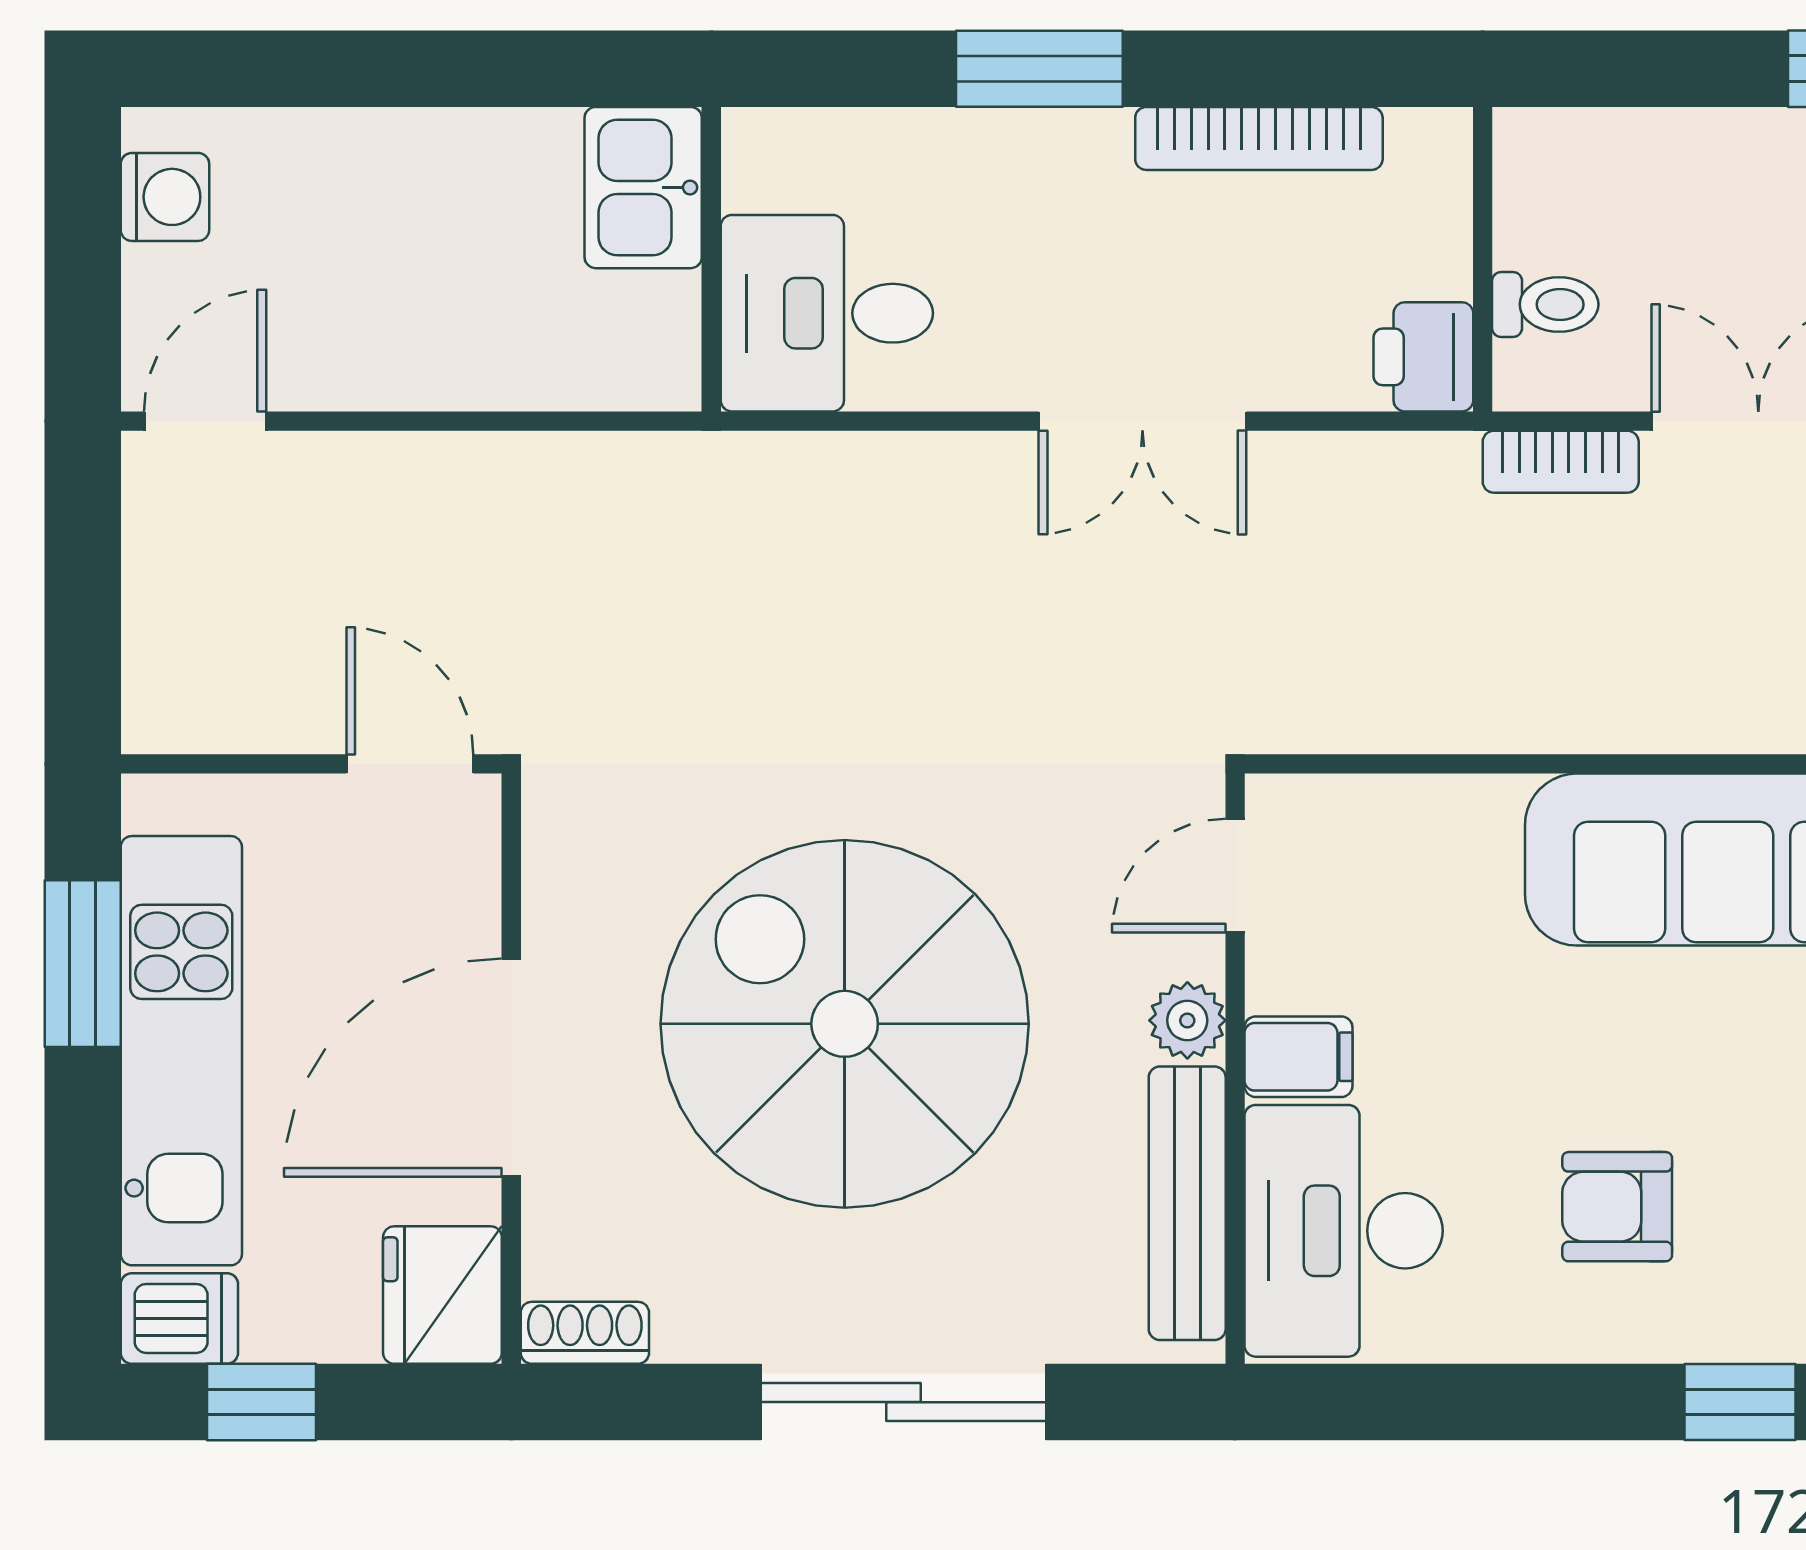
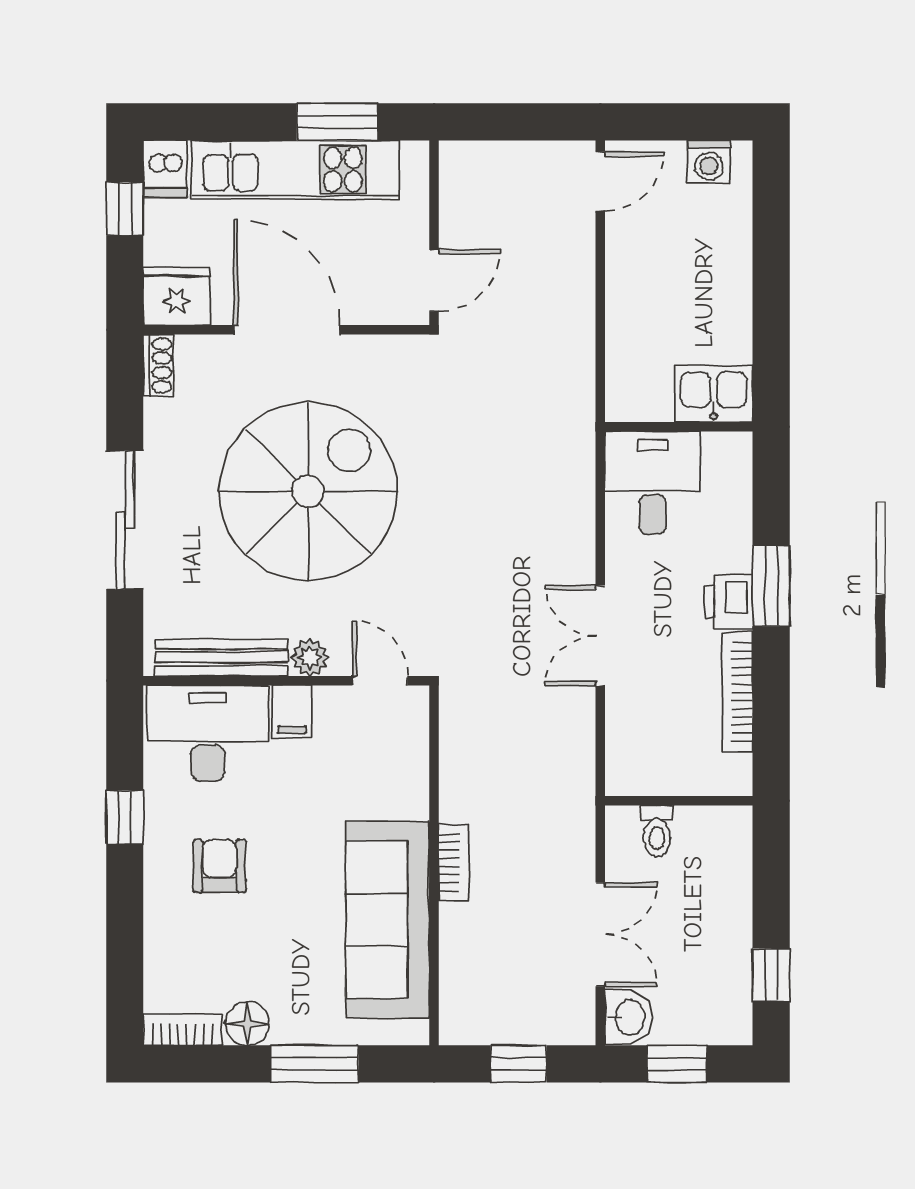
printer: (1423, 357) -> (729, 602), moved, turned -90
door: (205, 421) -> (600, 181), hinge flipped
bookcase: (1561, 462) -> (454, 863), moved, turned 180
window: (1740, 1402) -> (125, 818), moved

